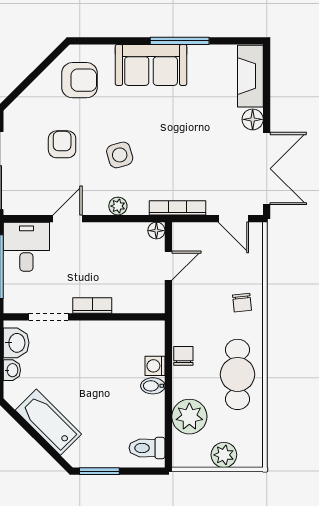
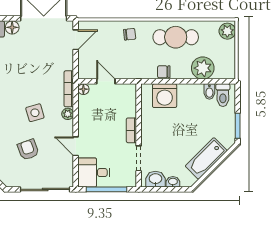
armchair: (62, 144) -> (28, 150), turned 70
bookcase: (177, 208) -> (69, 89), moved
washing machine: (155, 366) -> (165, 96), width x1.89, depth x1.89
bidet: (153, 386) -> (209, 92), moved
plant: (224, 455) -> (227, 31), moved

